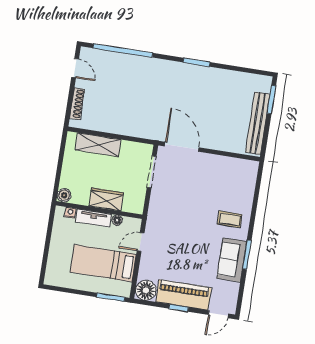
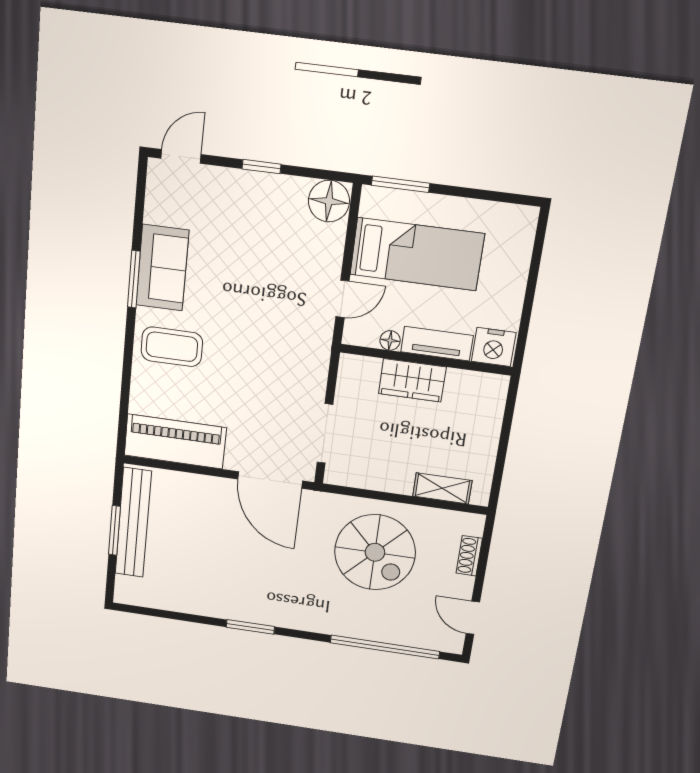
window: (271, 100) -> (115, 530), moved
shoe rack: (77, 104) -> (469, 556), width x0.70
spiral stairs: (127, 106) -> (375, 552), added
shelving: (98, 145) -> (442, 488), width x0.67, depth x0.75
boiler: (64, 195) -> (495, 387), removed
nightstand: (70, 213) -> (494, 347), width x1.89, depth x1.79
coffee table: (230, 219) -> (172, 347), width x1.36, depth x1.30
piano: (183, 295) -> (175, 441), moved, turned 180

